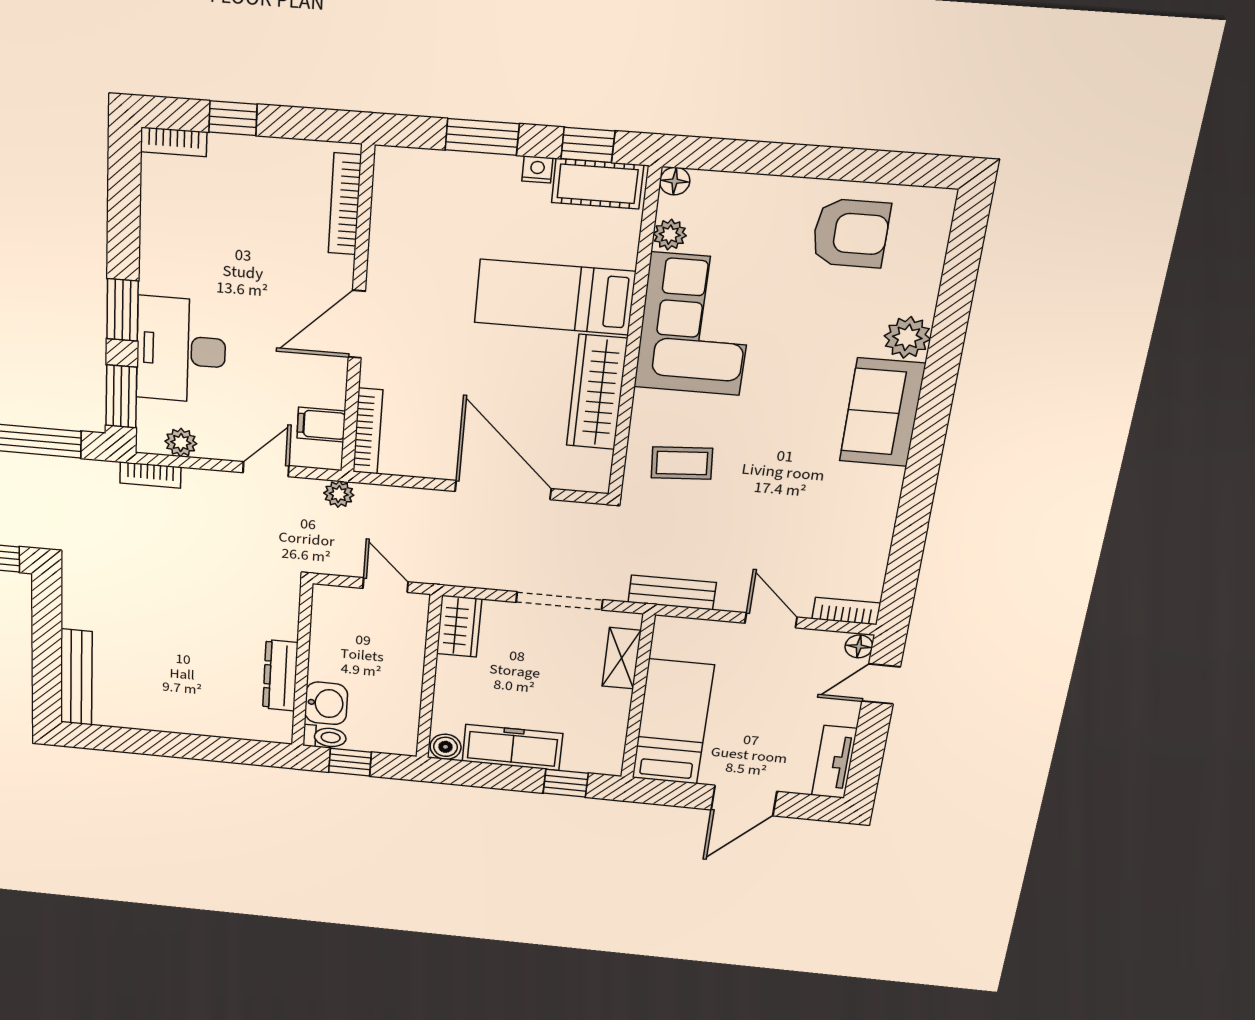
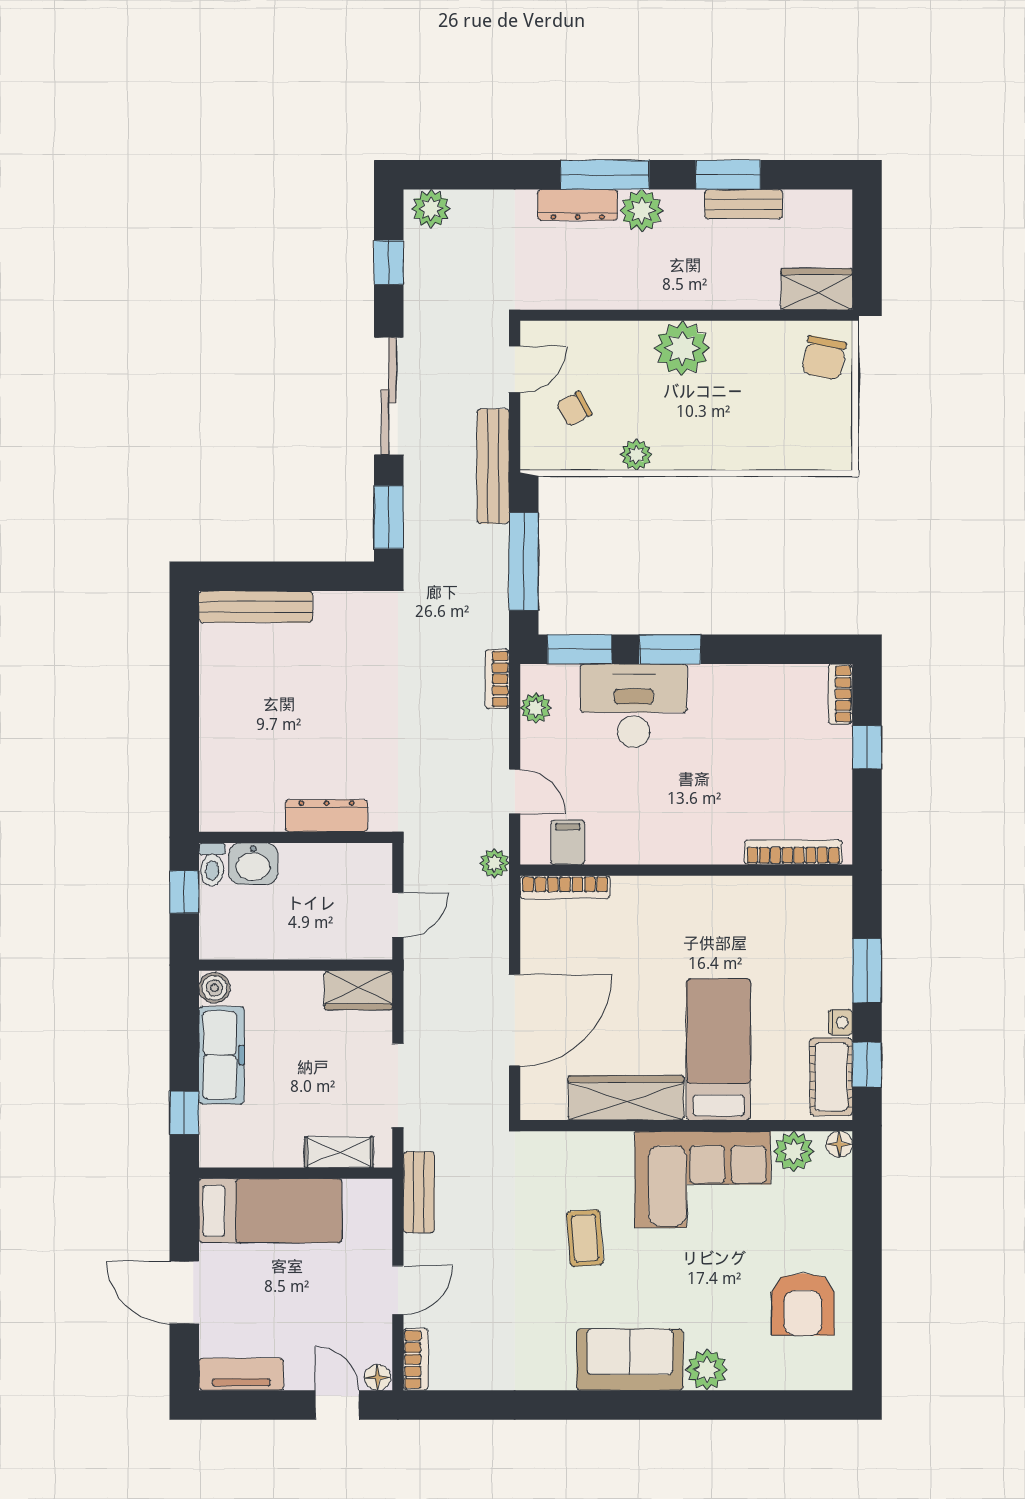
plant: (670, 235) -> (794, 1151), width x1.38, depth x1.38
door: (357, 324) -> (675, 870), removed
coffee table: (682, 463) -> (585, 1238), moved
dresser: (280, 676) -> (326, 816), moved

